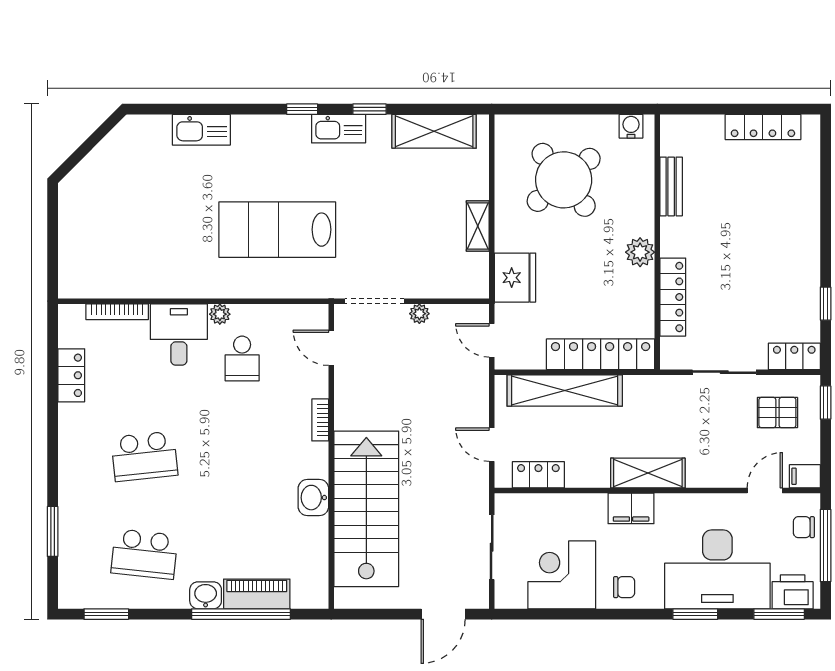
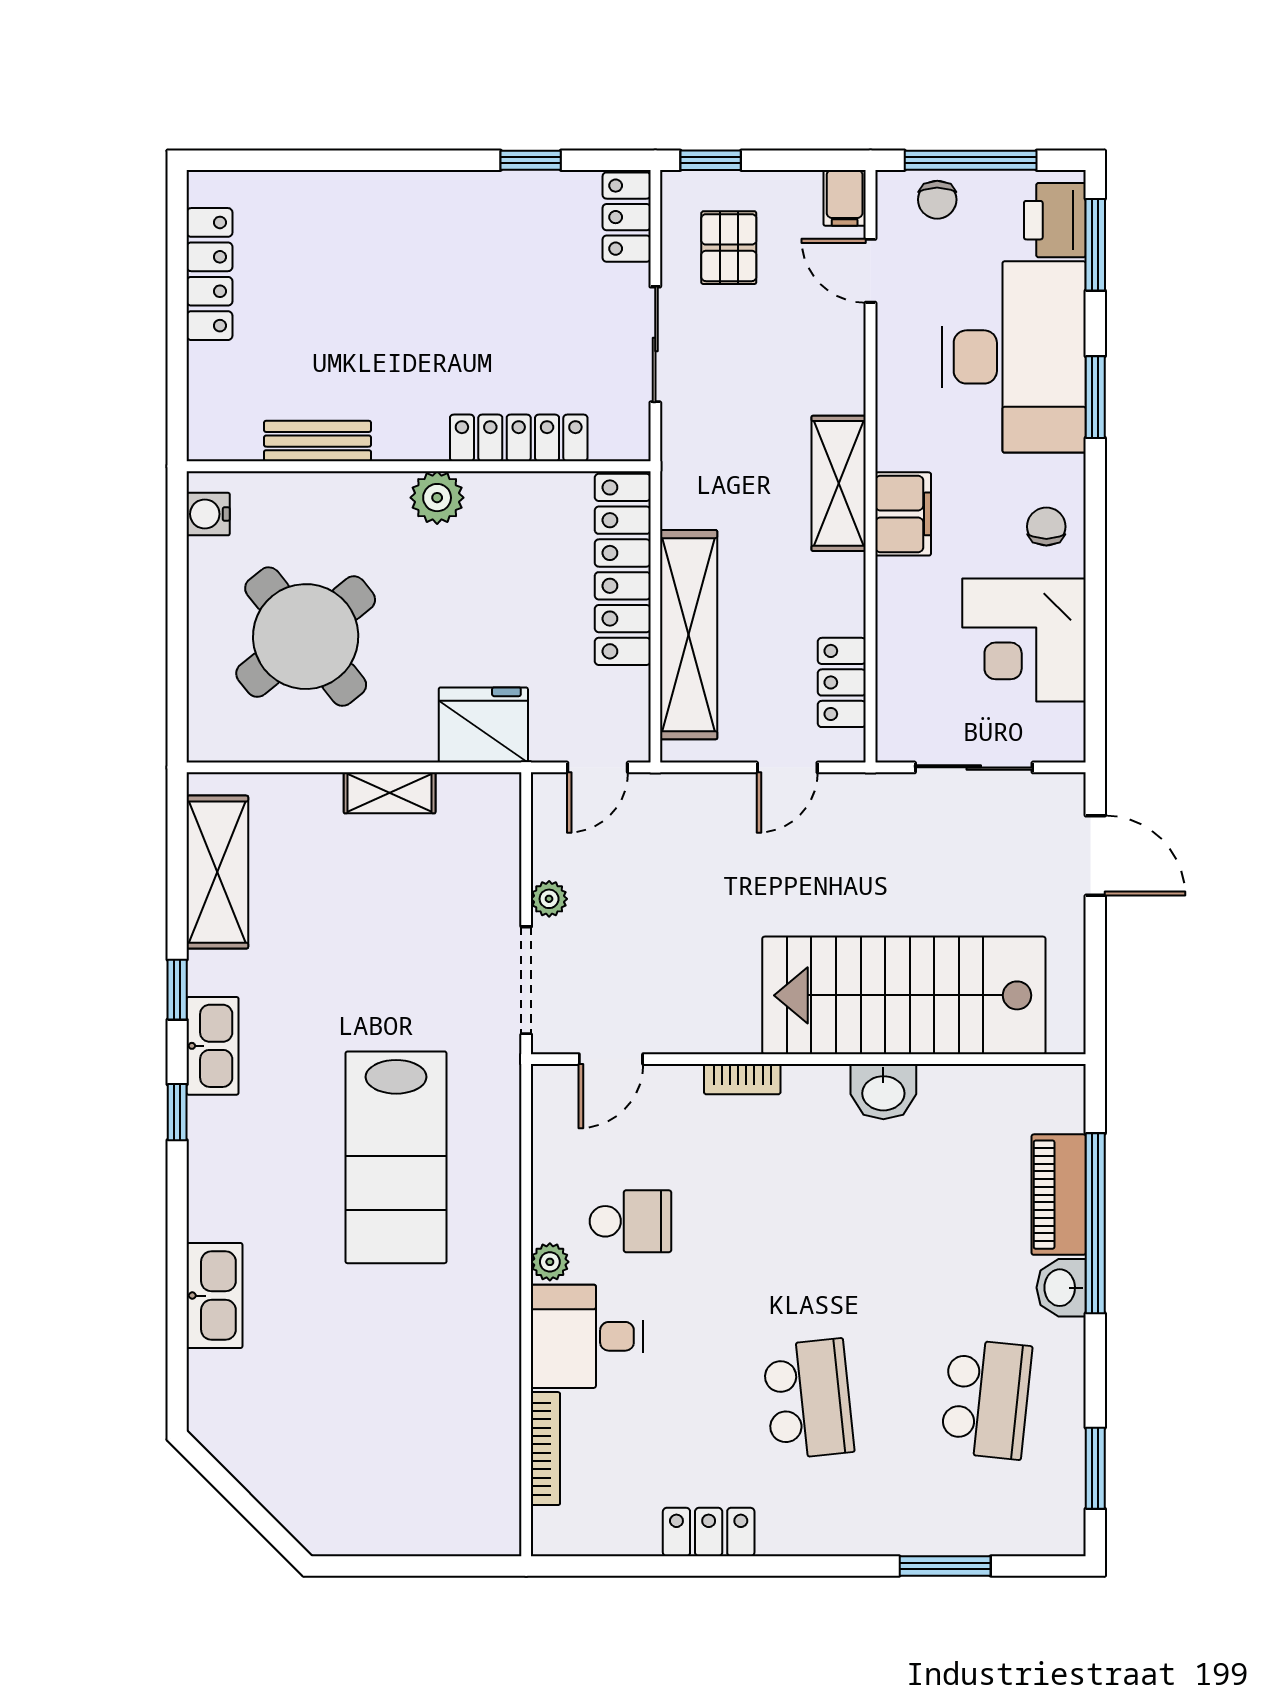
locker: (71, 375) -> (709, 1532), moved

